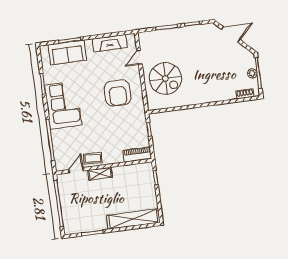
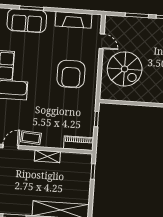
door: (139, 57) -> (102, 41), swing flipped
shelving: (100, 174) -> (47, 156), moved

